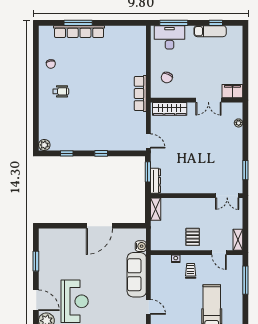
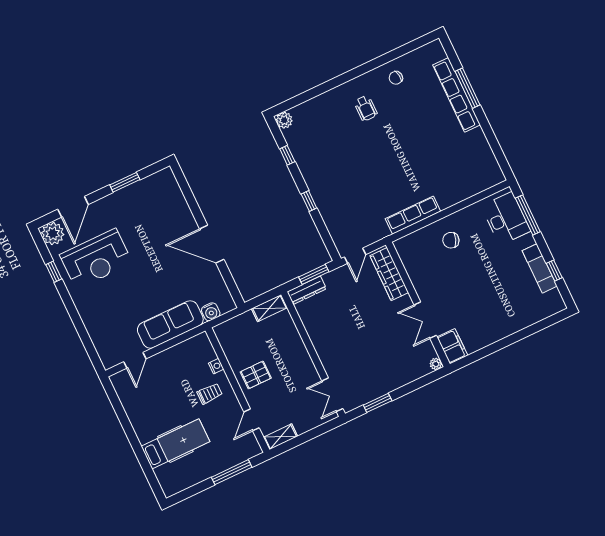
filing cabinet: (232, 91) -> (452, 346), moved
wall: (197, 100) -> (418, 304), moved
double door: (208, 100) -> (425, 320), moved
wardrobe: (170, 109) -> (389, 274), moved

